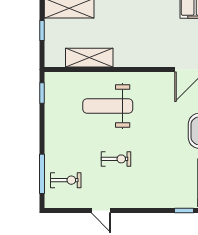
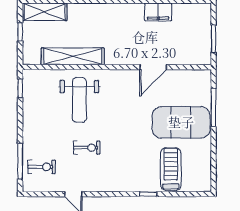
shelving: (89, 58) -> (73, 56), width x1.47
weight bench: (108, 106) -> (79, 100), turned -90

